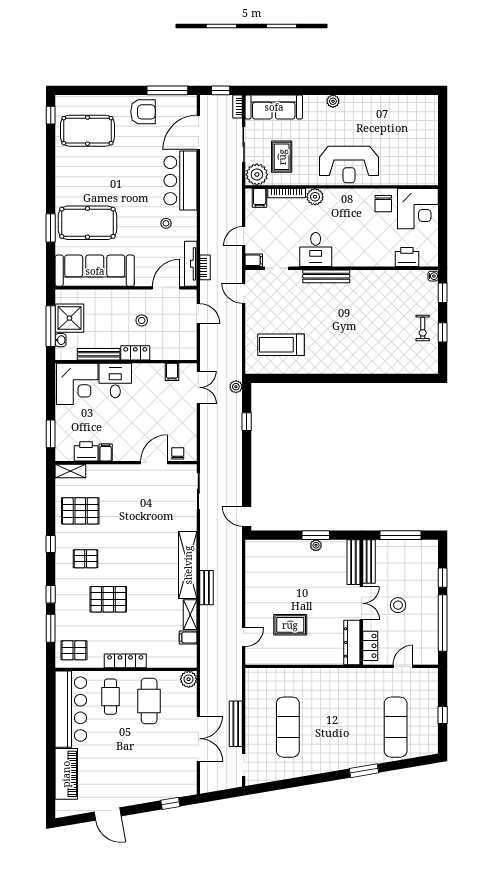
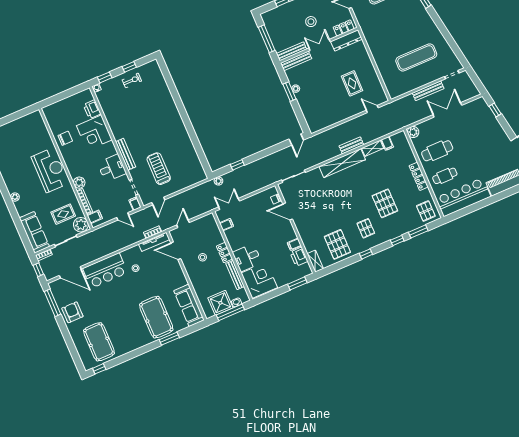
corner desk: (418, 209) -> (94, 133), moved, turned 180
sofa: (95, 271) -> (189, 305), width x0.74, depth x0.79
treadmill: (281, 345) -> (159, 169), moved, turned 180

